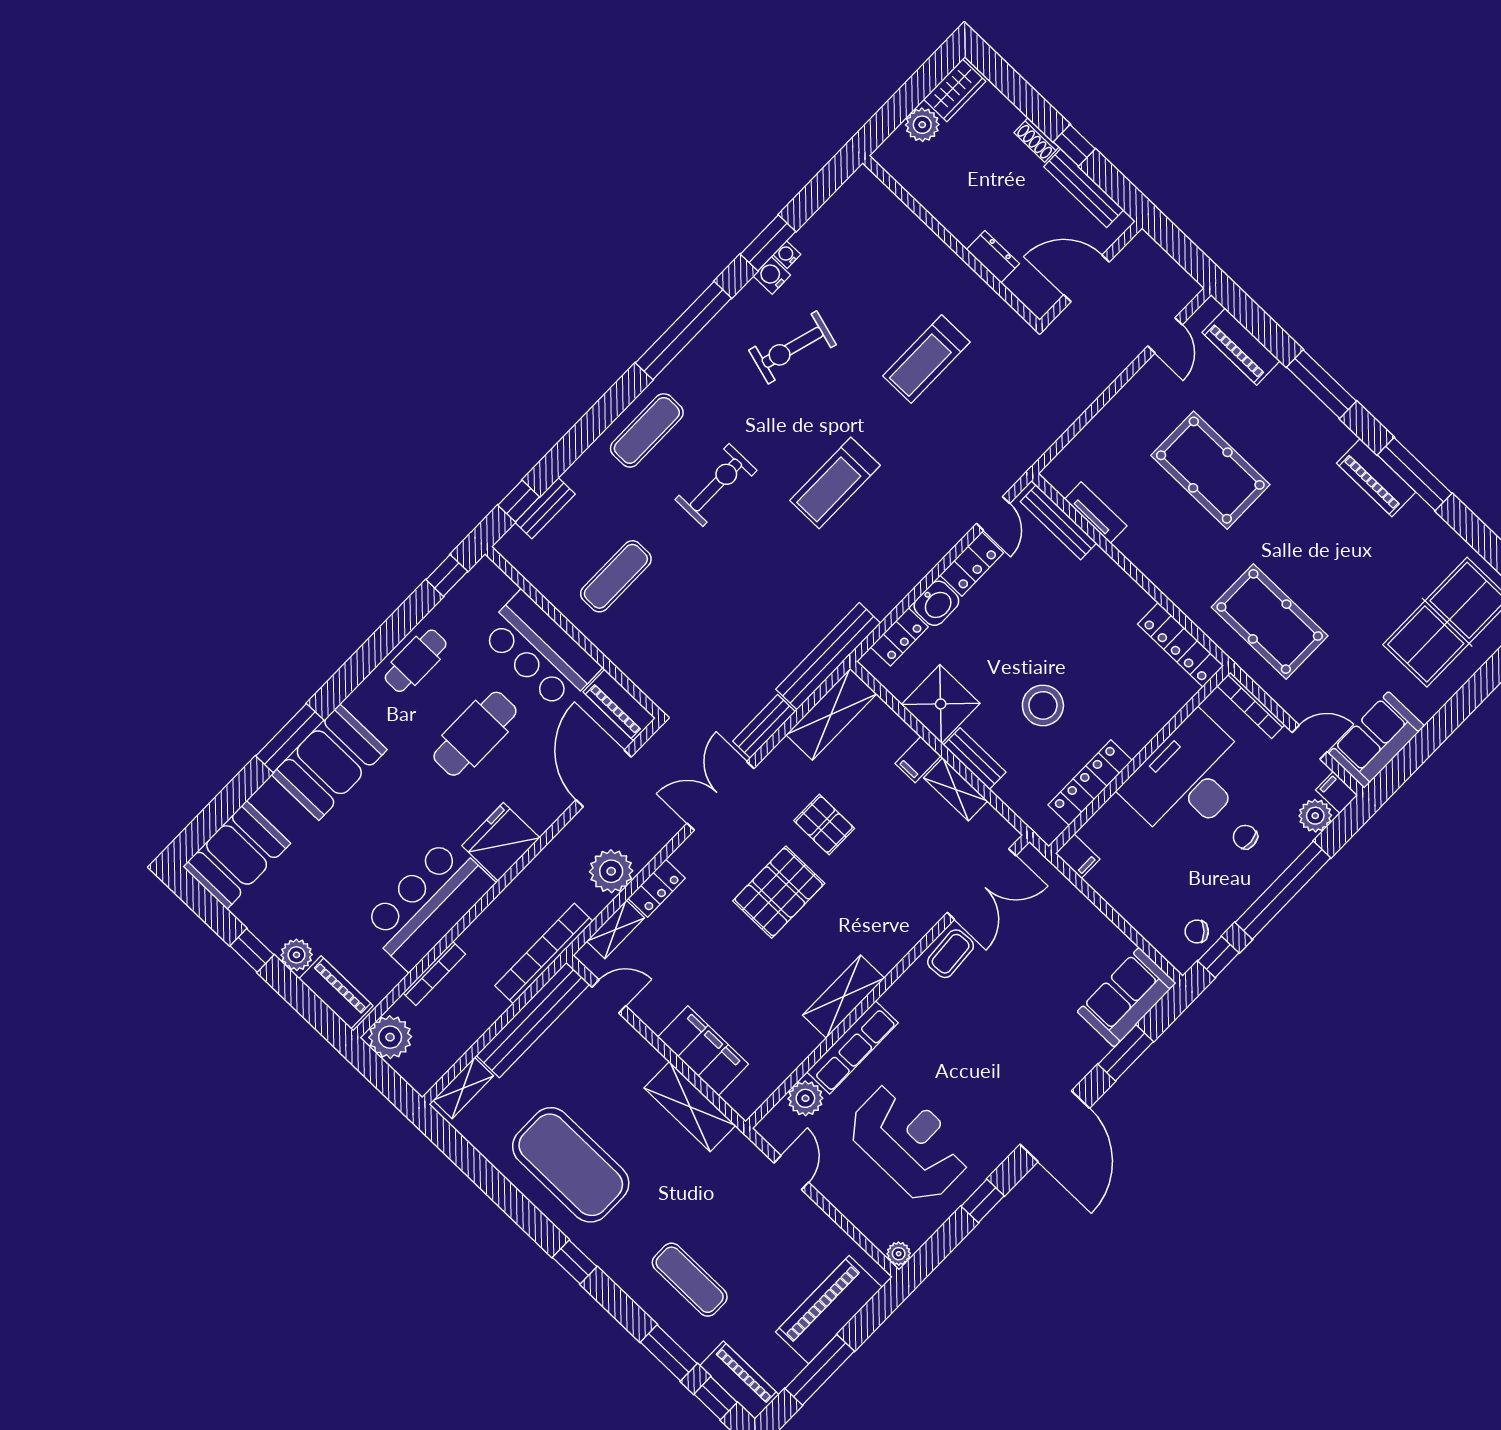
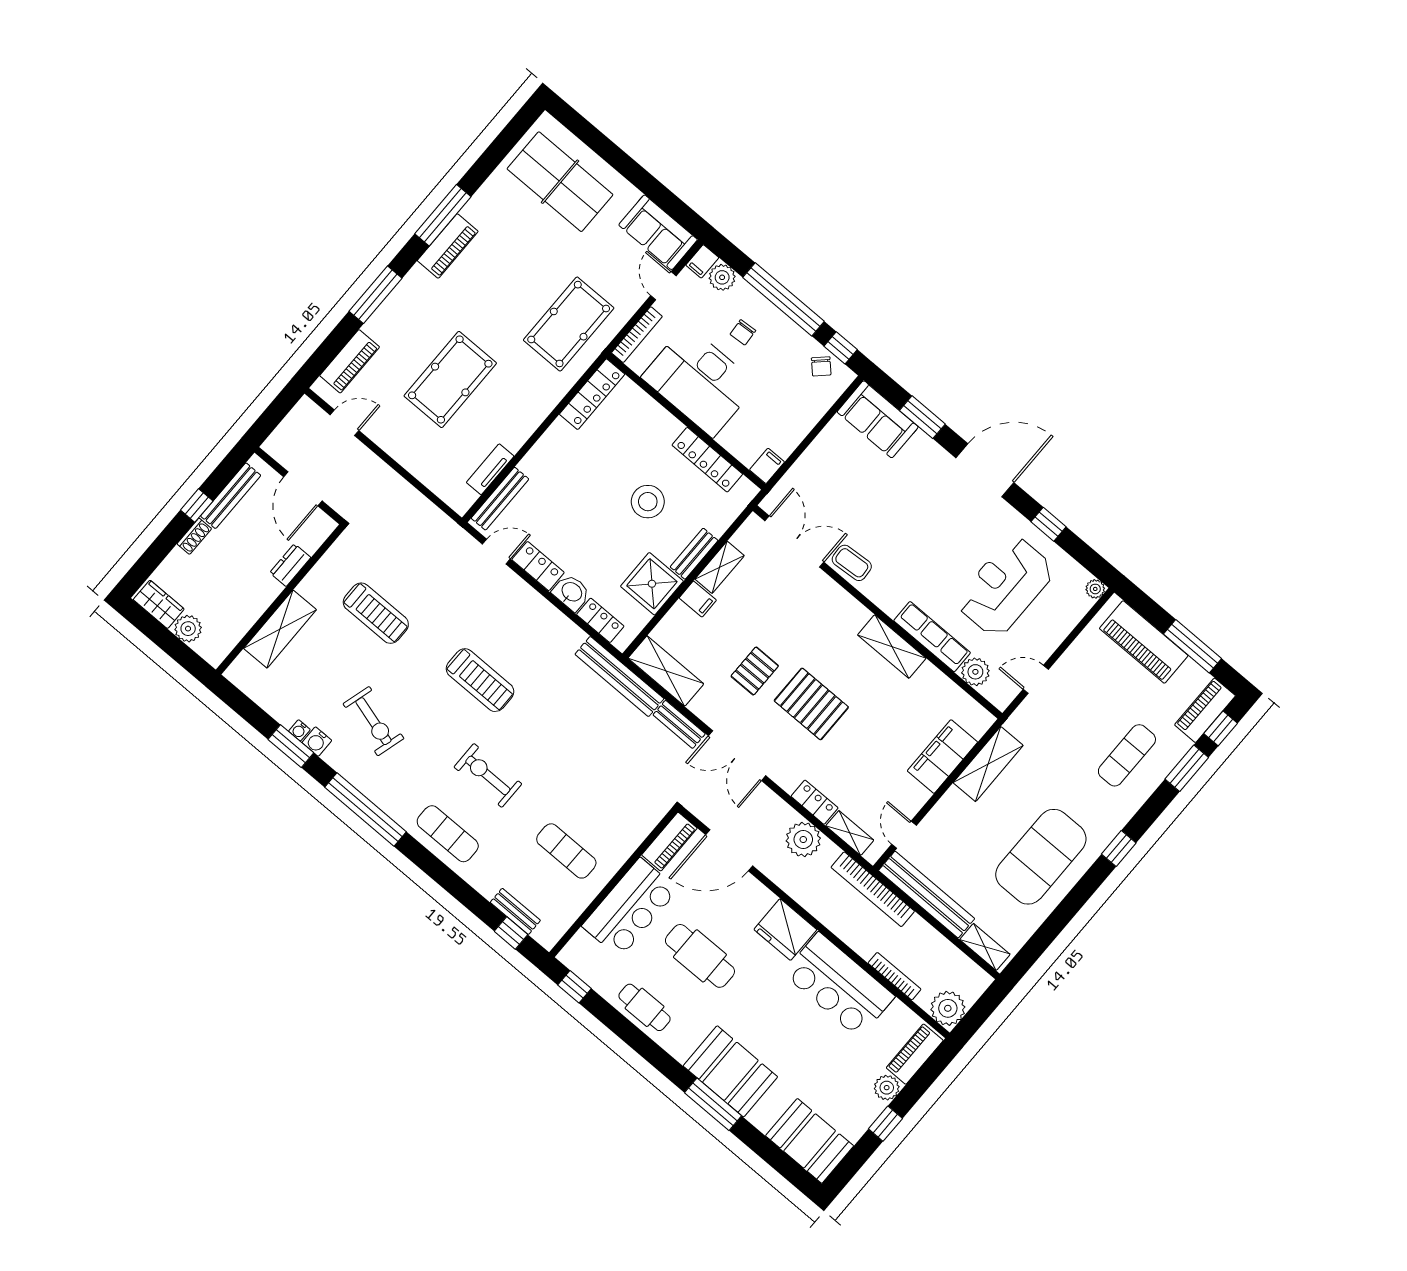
shelving: (914, 239) -> (280, 629), added

